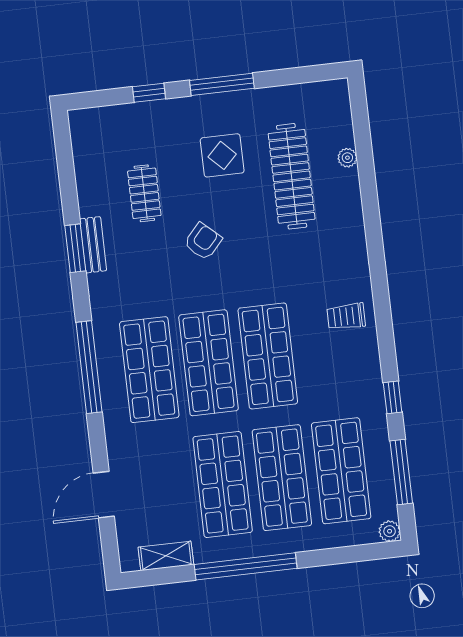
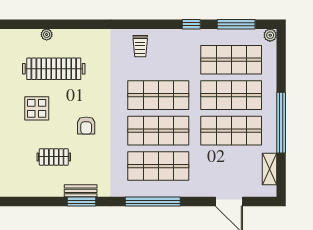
armchair: (203, 241) -> (86, 126), turned -132

